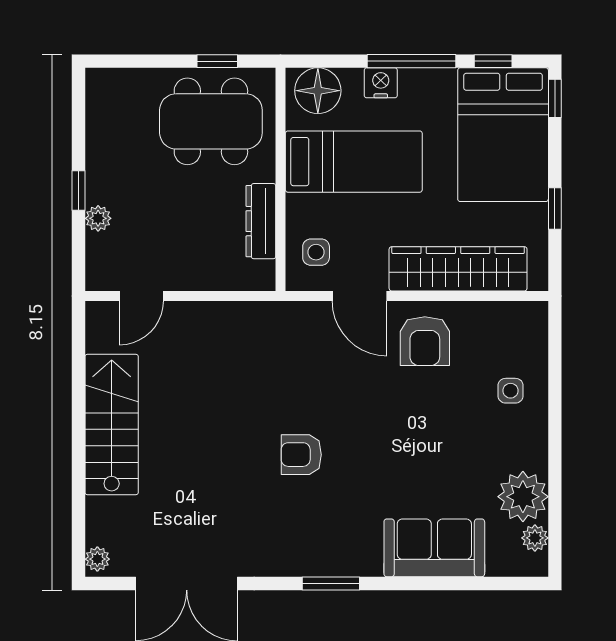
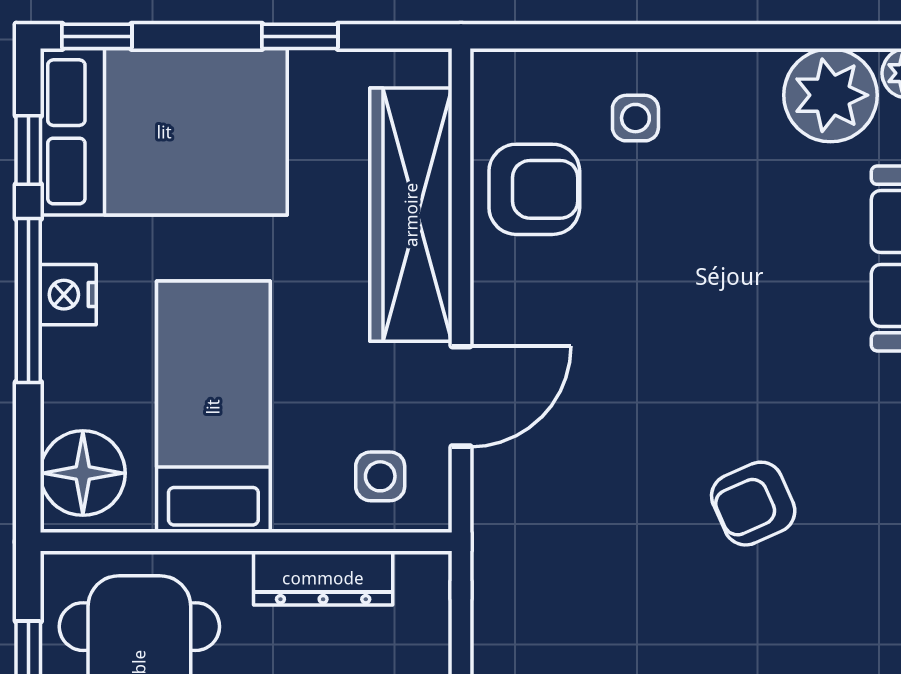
nightstand: (381, 83) -> (68, 295), moved
armchair: (425, 341) -> (534, 189), moved
armchair: (301, 455) -> (753, 504), turned 66

